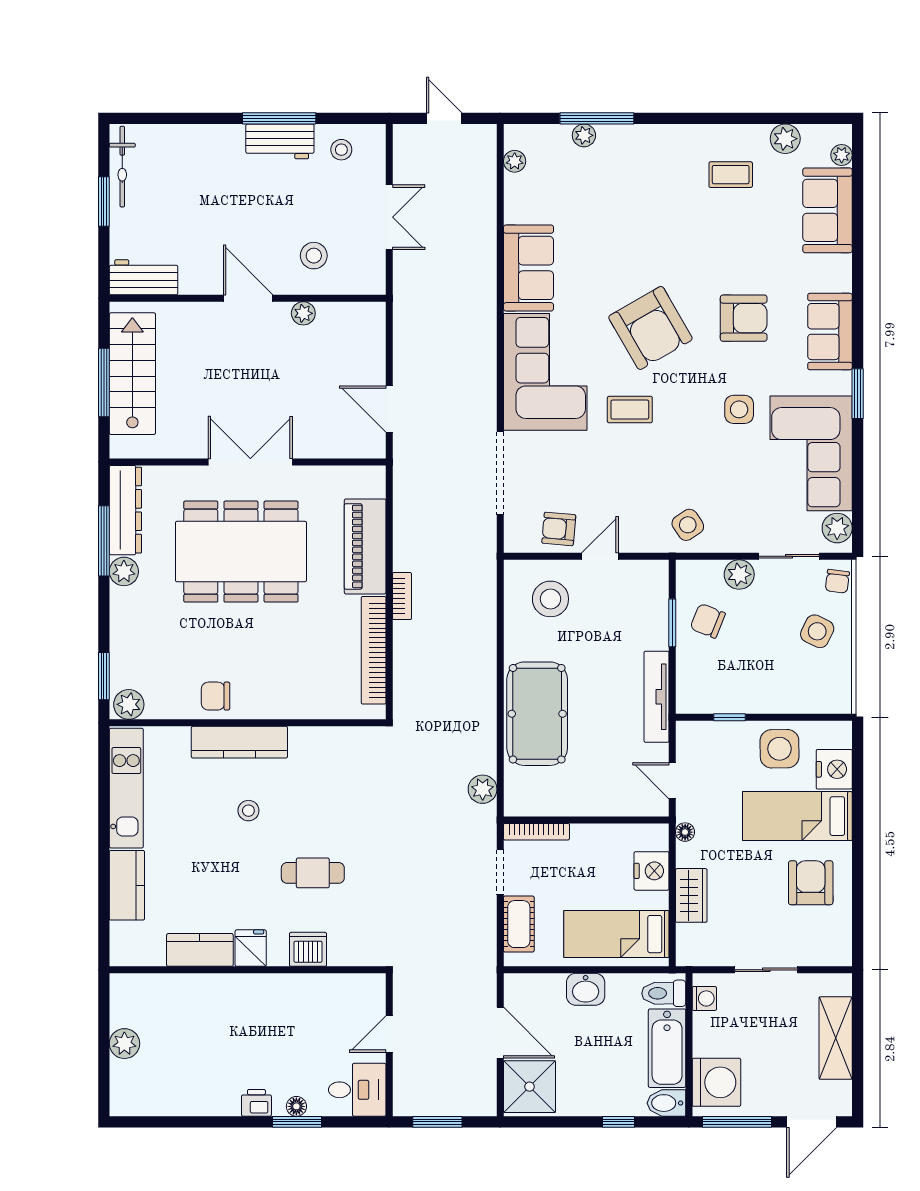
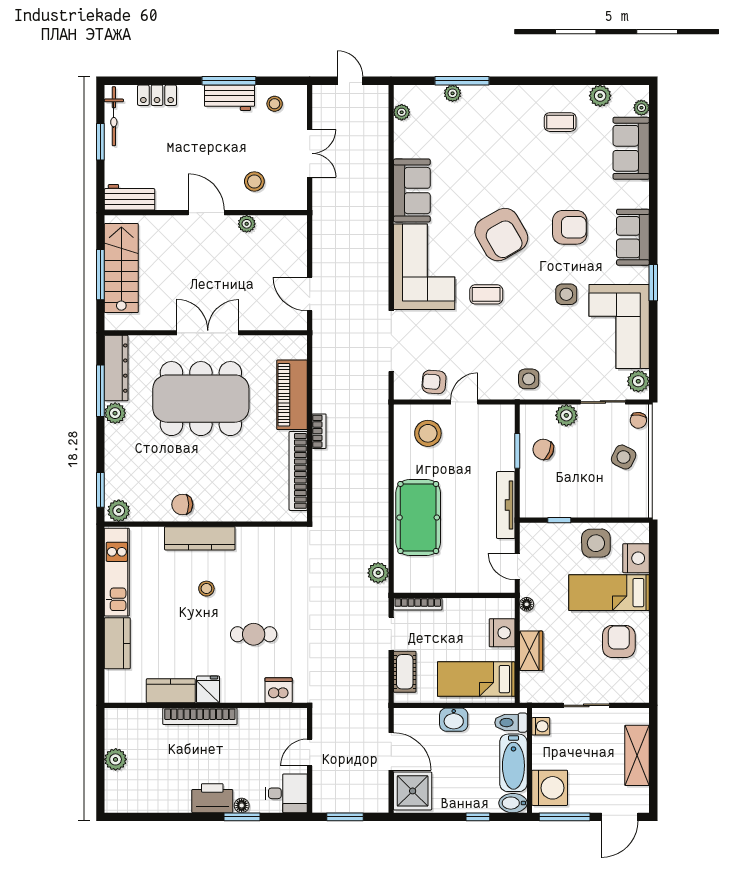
locker: (181, 138) -> (157, 95), added
side table: (688, 525) -> (529, 379), turned 34
dishwasher: (308, 949) -> (279, 690), moved
bookcase: (240, 985) -> (200, 716), added
printer: (256, 1103) -> (212, 798), width x1.87, depth x1.48

